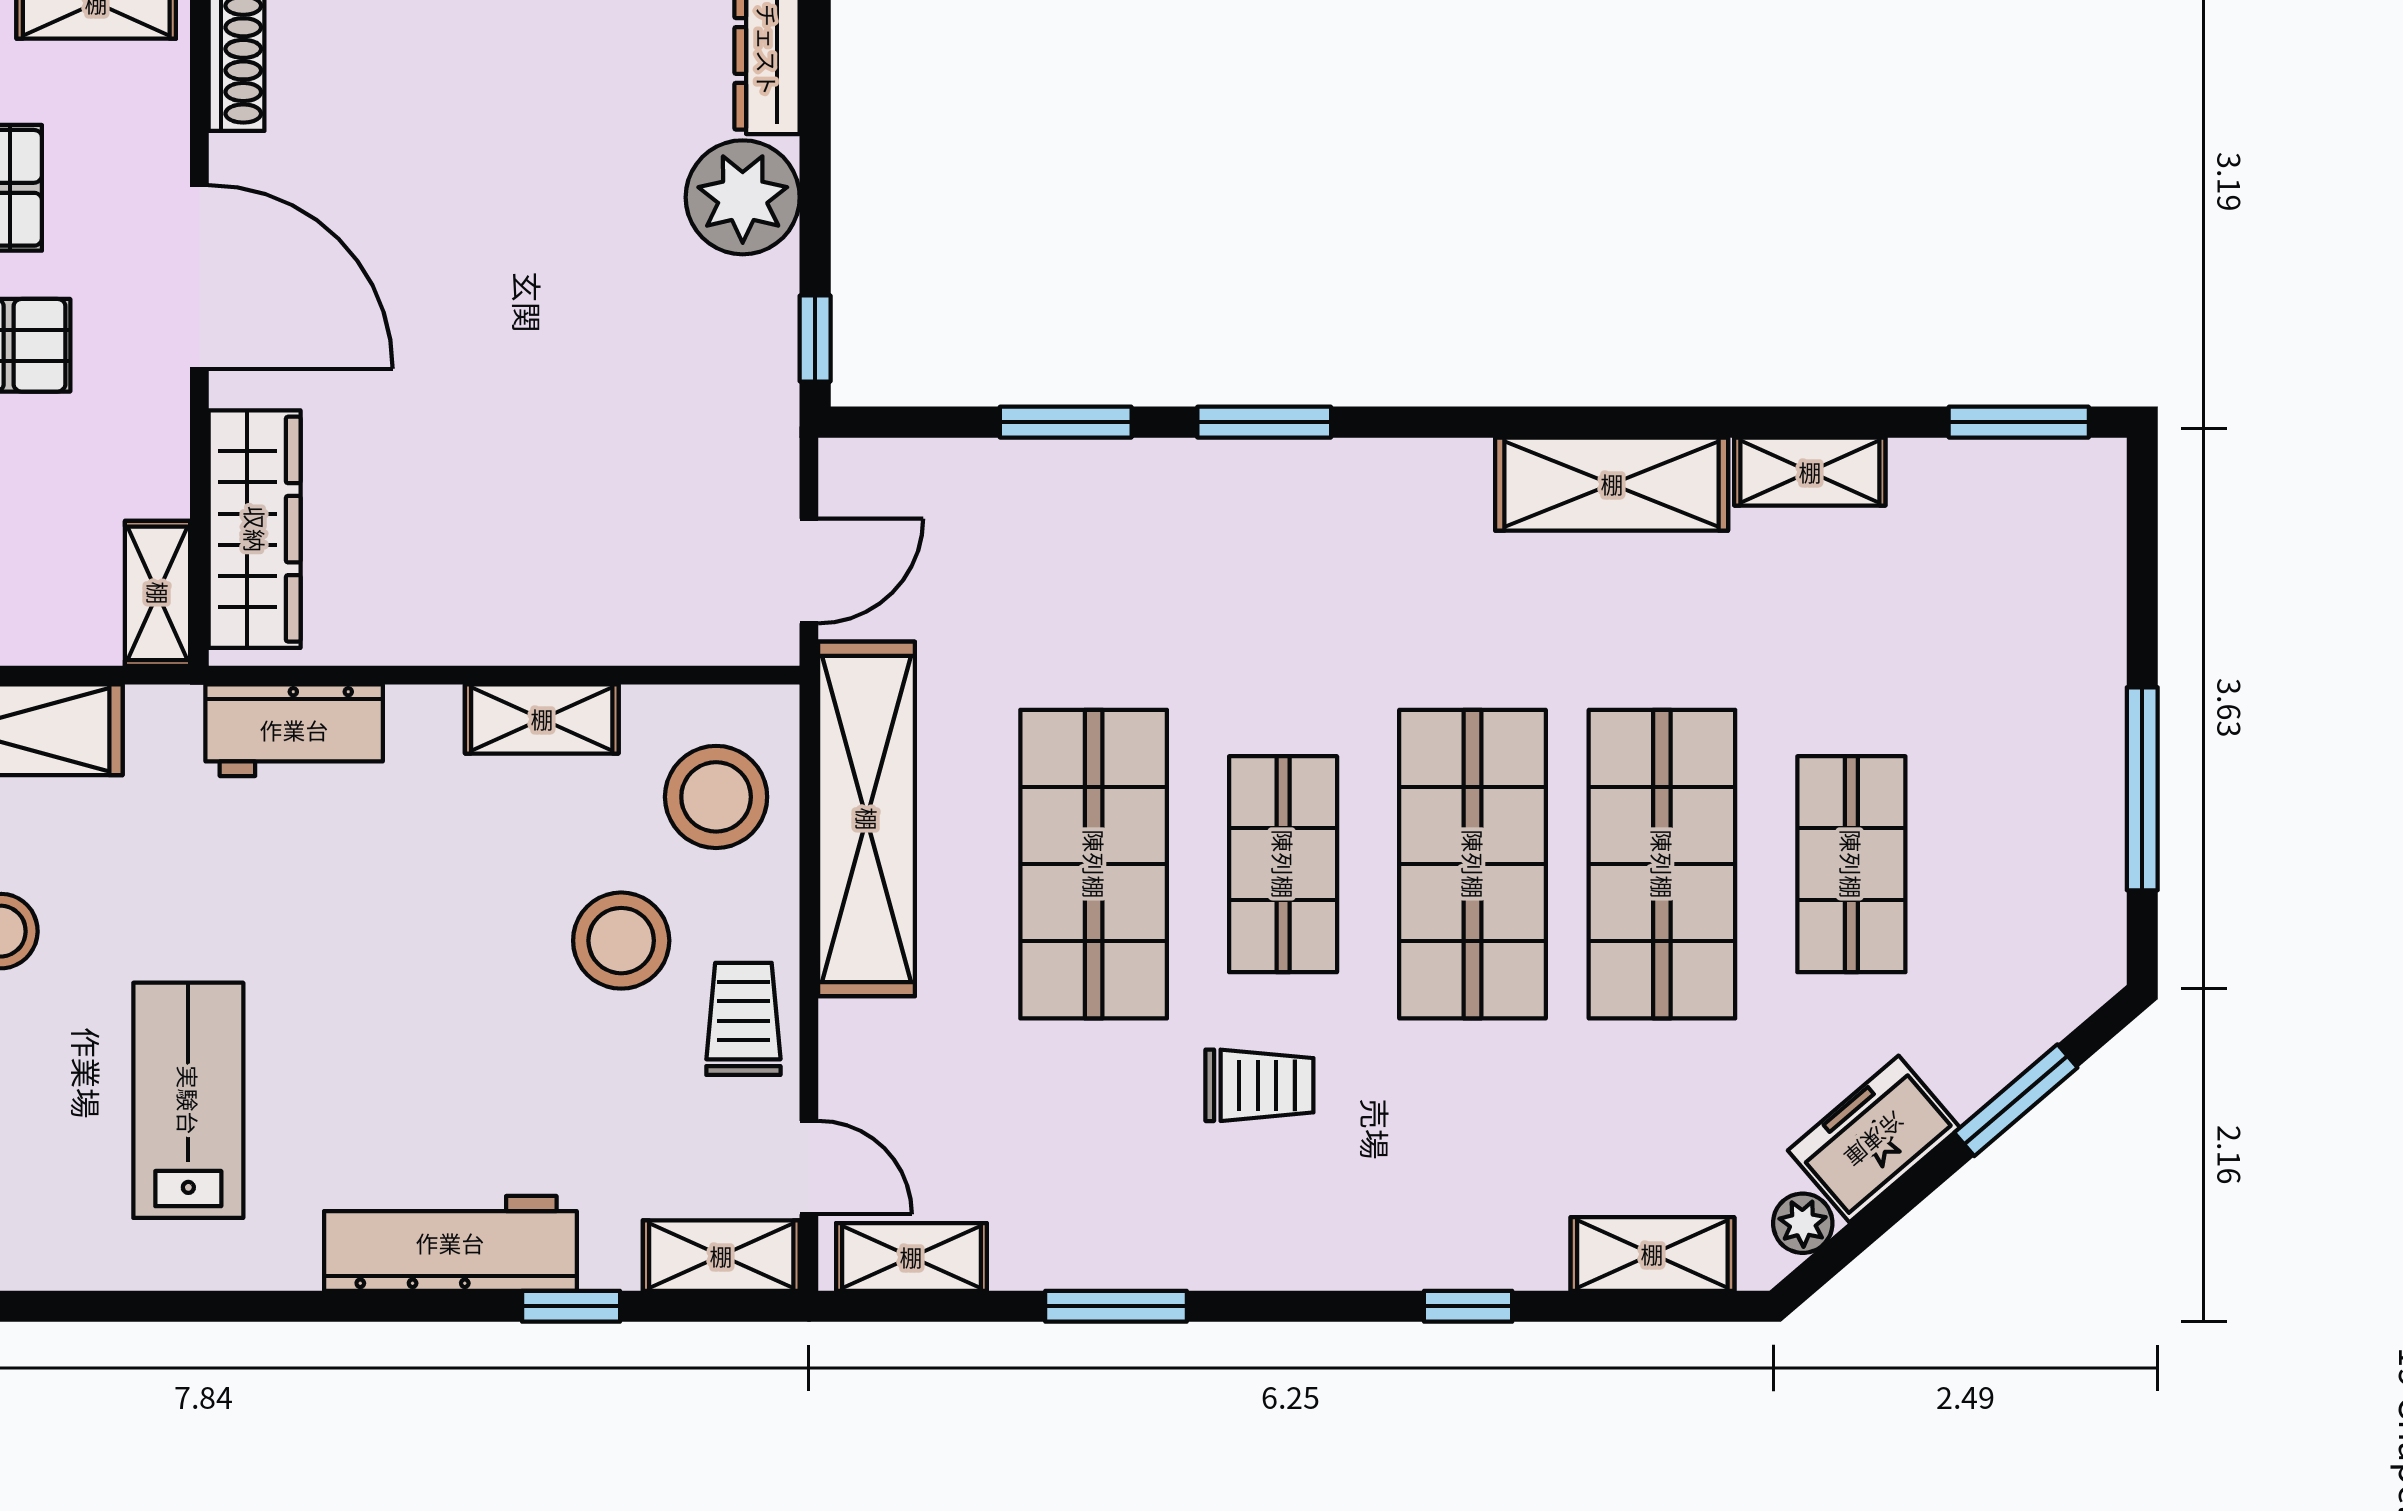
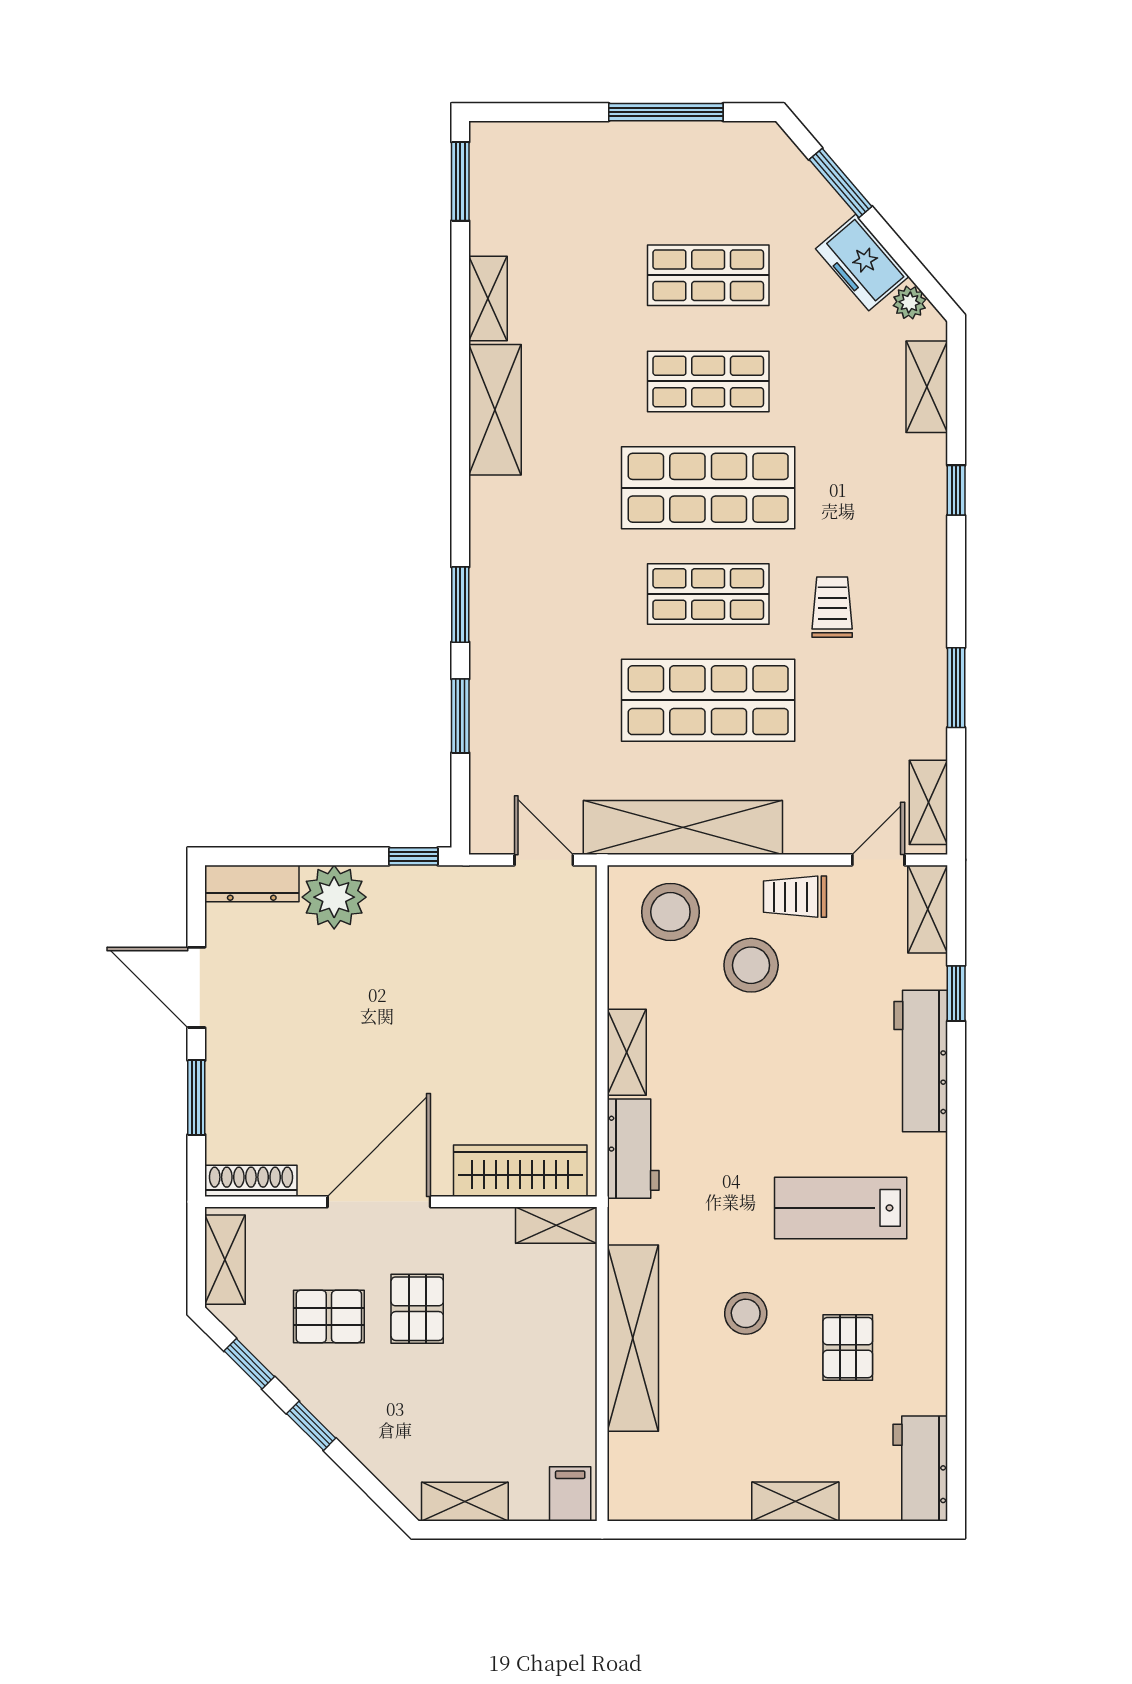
shelving: (542, 719) -> (627, 1052), moved
shop shelf: (1662, 864) -> (708, 381), width x0.70, depth x0.74

